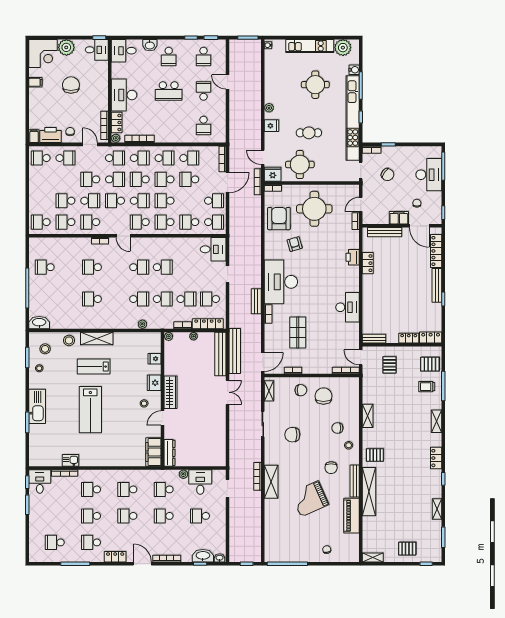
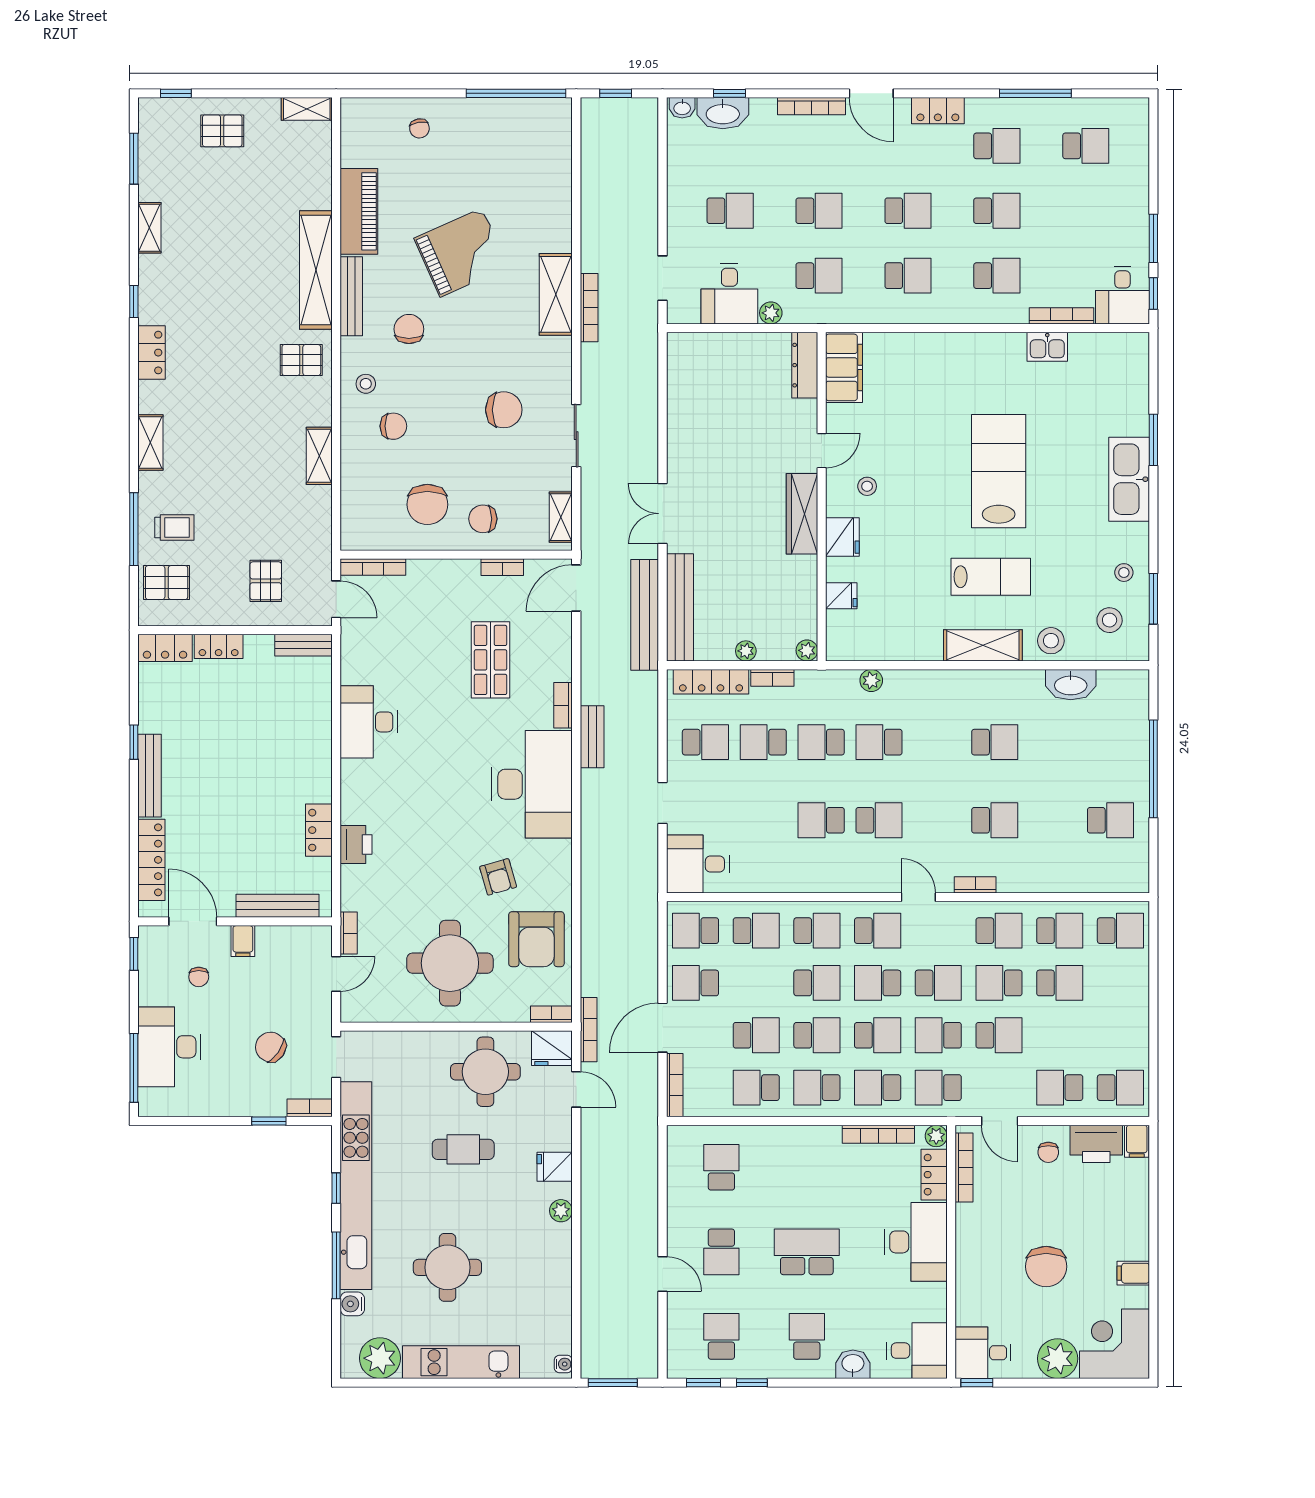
filing cabinet: (399, 218) -> (243, 941), width x0.50
school desk: (139, 267) -> (879, 820), turned 180
washbasin: (39, 323) -> (1071, 685), moved

